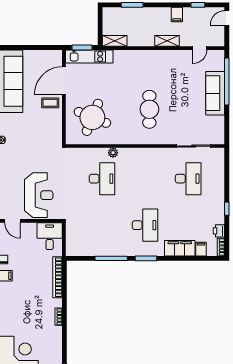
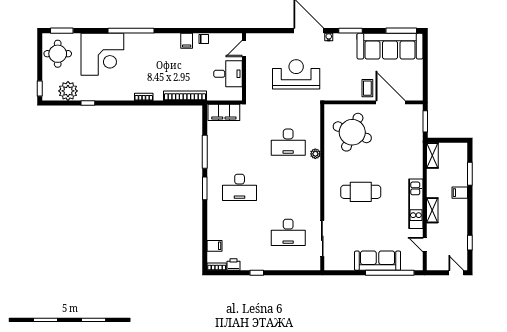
filing cabinet: (177, 15) -> (460, 193), moved
kitchen unit: (89, 57) -> (416, 204), moved
reception desk: (39, 195) -> (296, 74), moved, turned 180
desk: (50, 236) -> (228, 74), moved
filing cabinet: (180, 248) -> (224, 112), moved, turned 90

